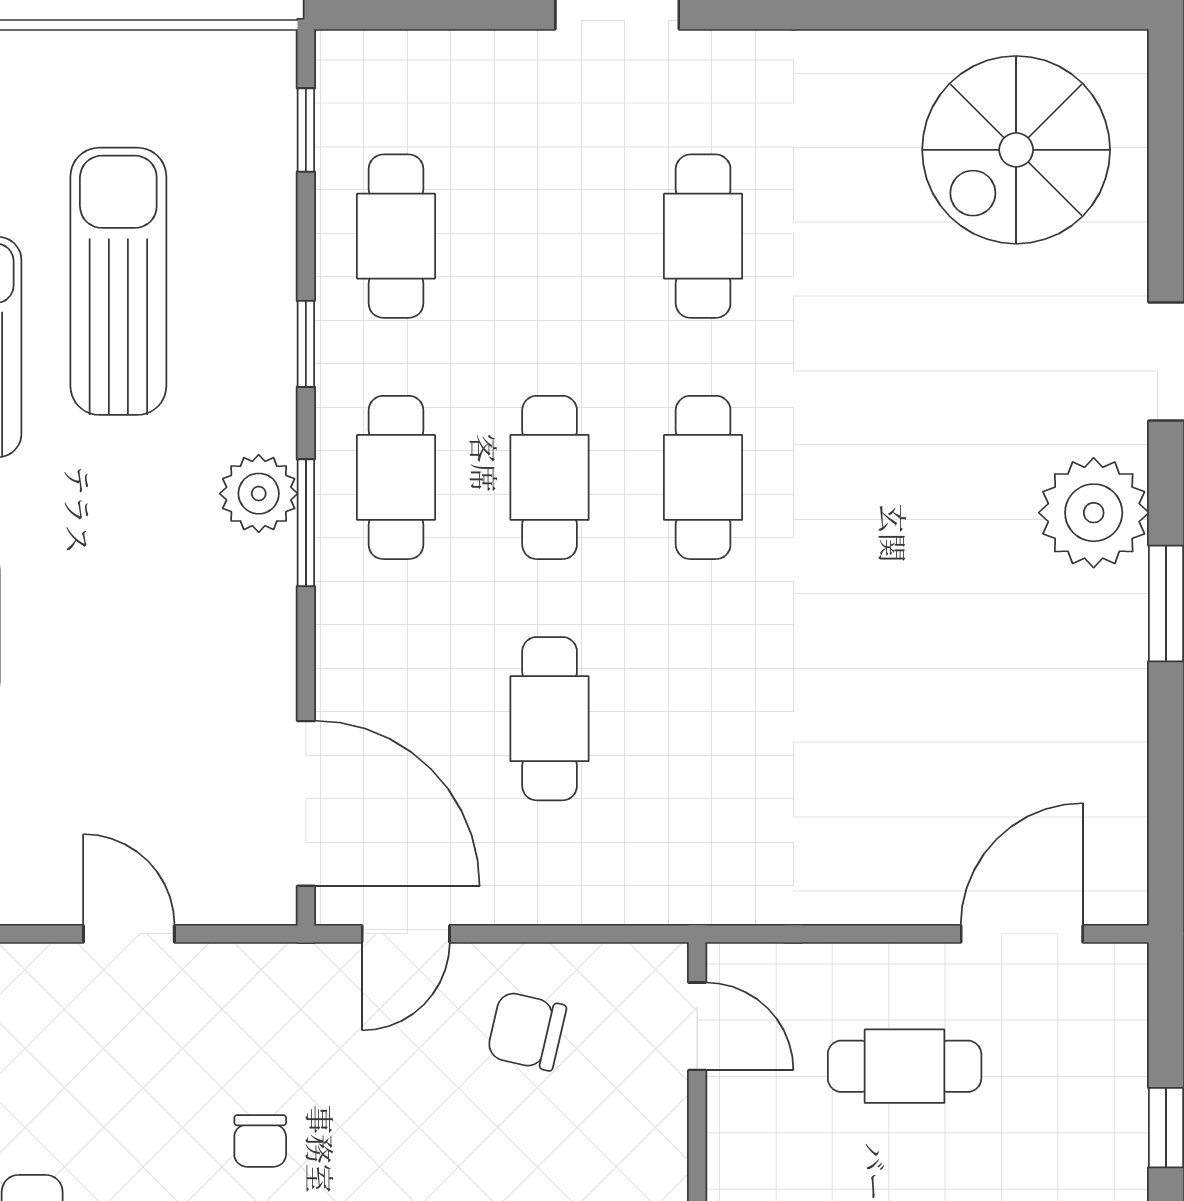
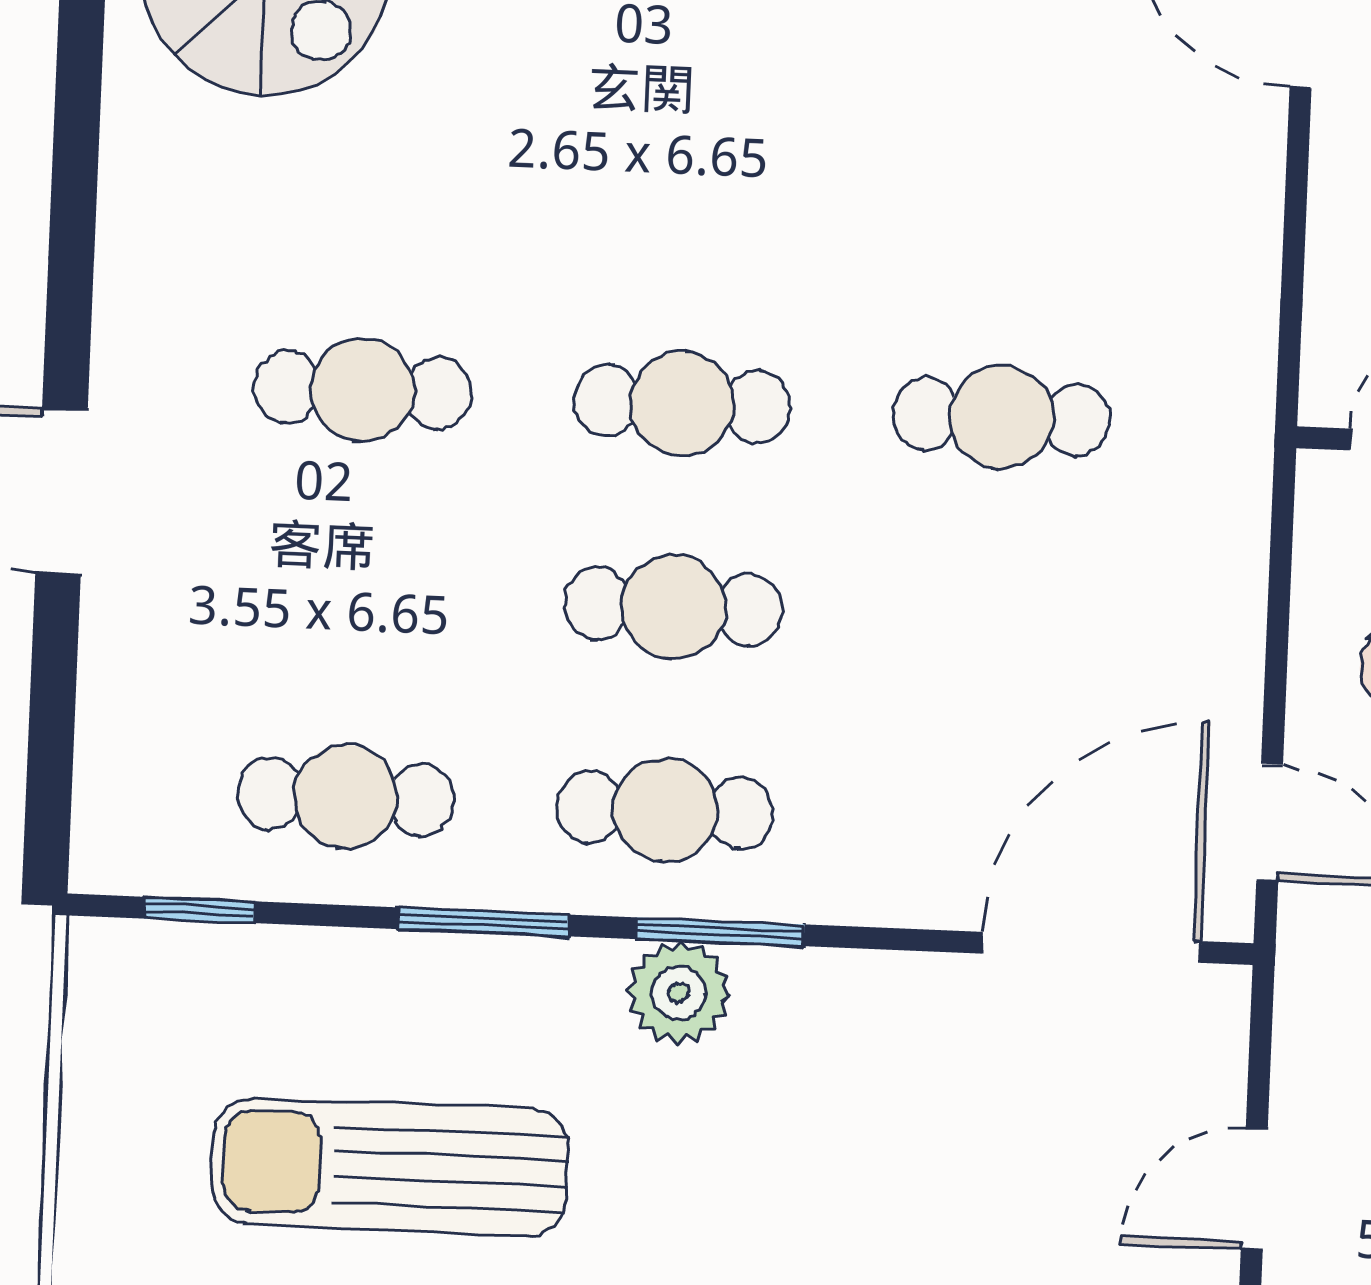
window: (306, 344) -> (483, 922), width x1.50
cafe table: (550, 719) -> (1001, 417), moved

